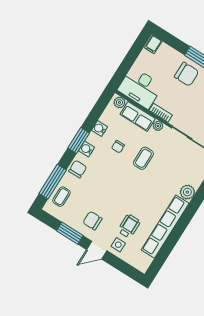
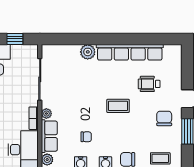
coffee table: (143, 158) -> (118, 106), moved
chair: (93, 221) -> (164, 118), turned 180
side table: (118, 245) -> (171, 83), removed

